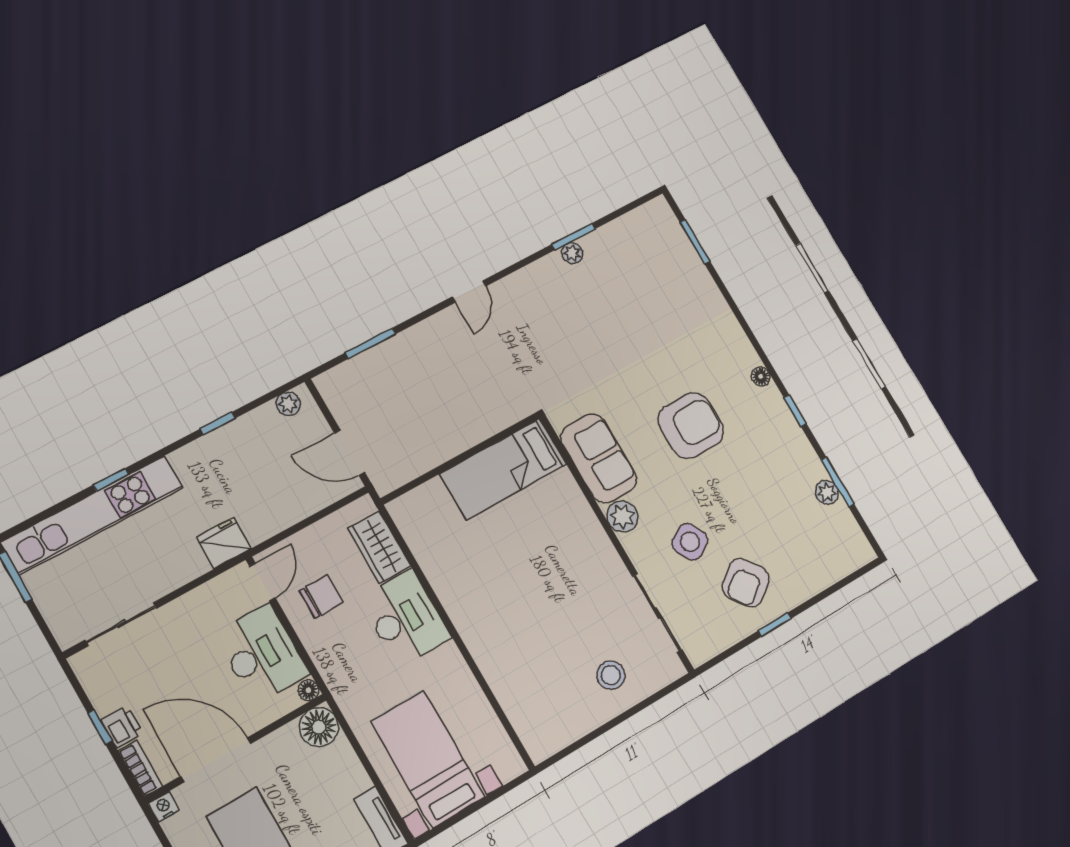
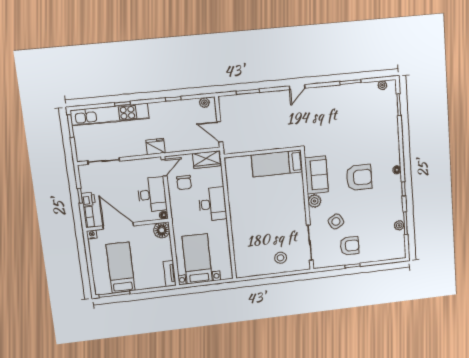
plant: (572, 253) -> (382, 85), moved
wardrobe: (379, 547) -> (207, 160), moved, turned -90
armchair: (746, 583) -> (350, 246), turned -144
chair: (321, 597) -> (184, 183), turned 90

